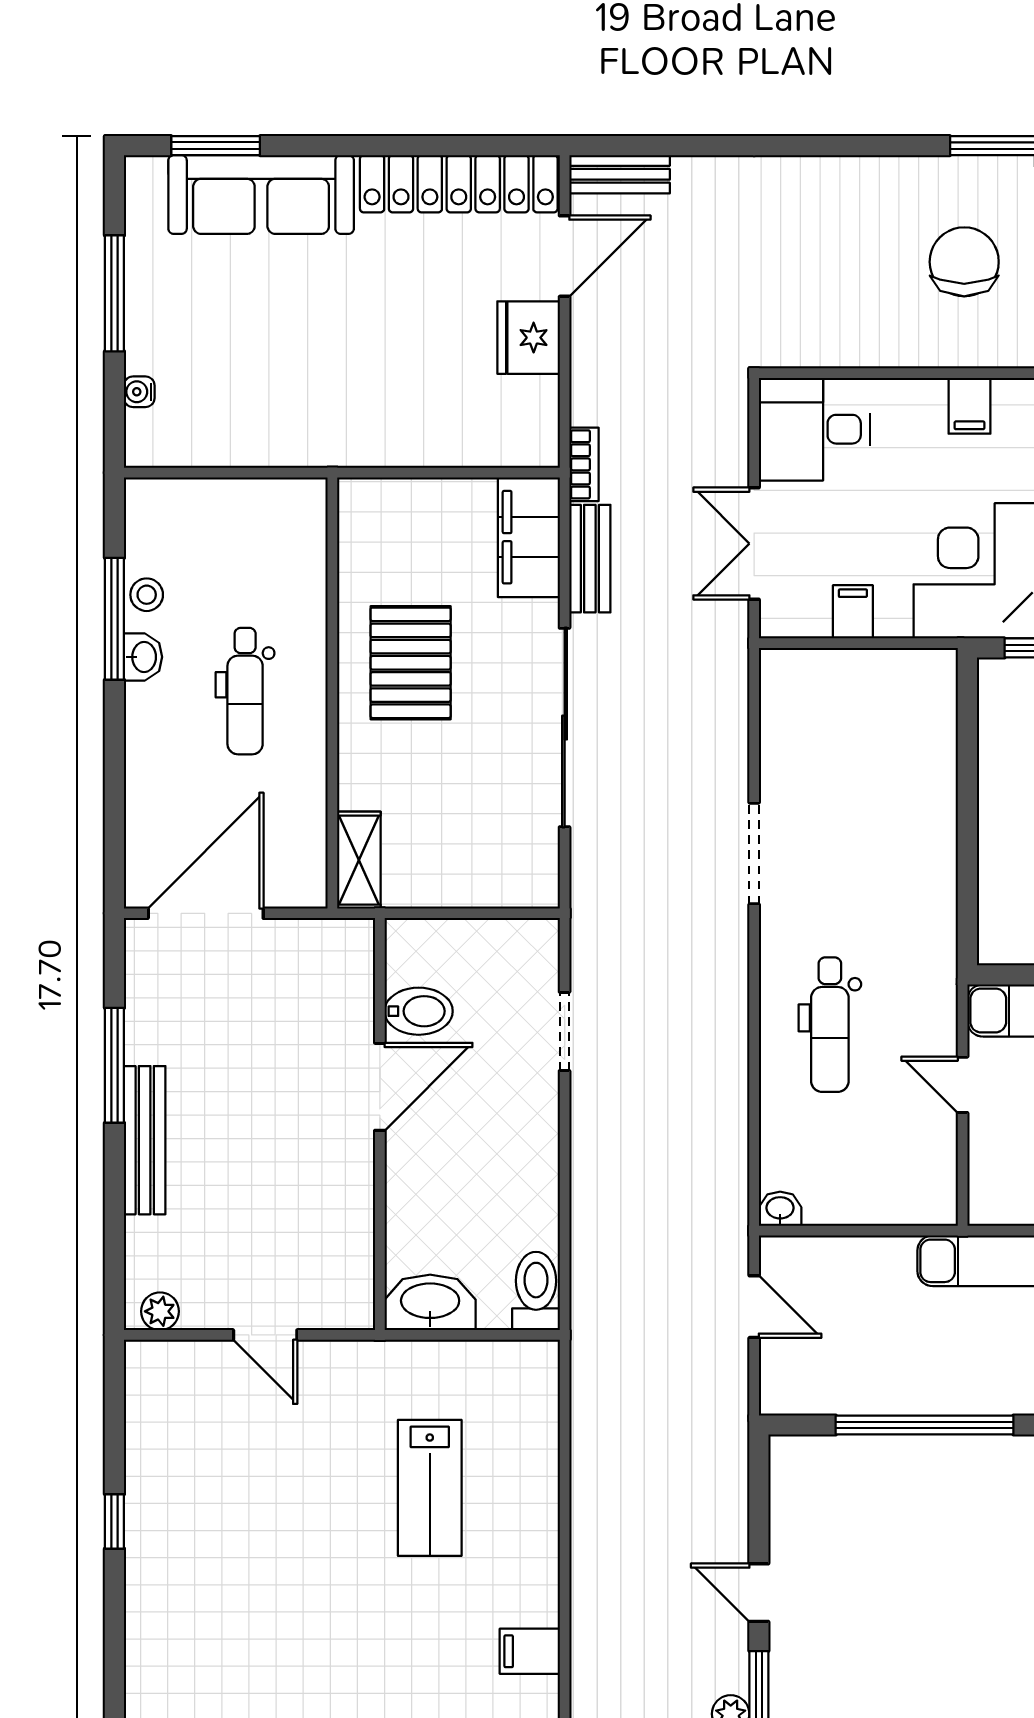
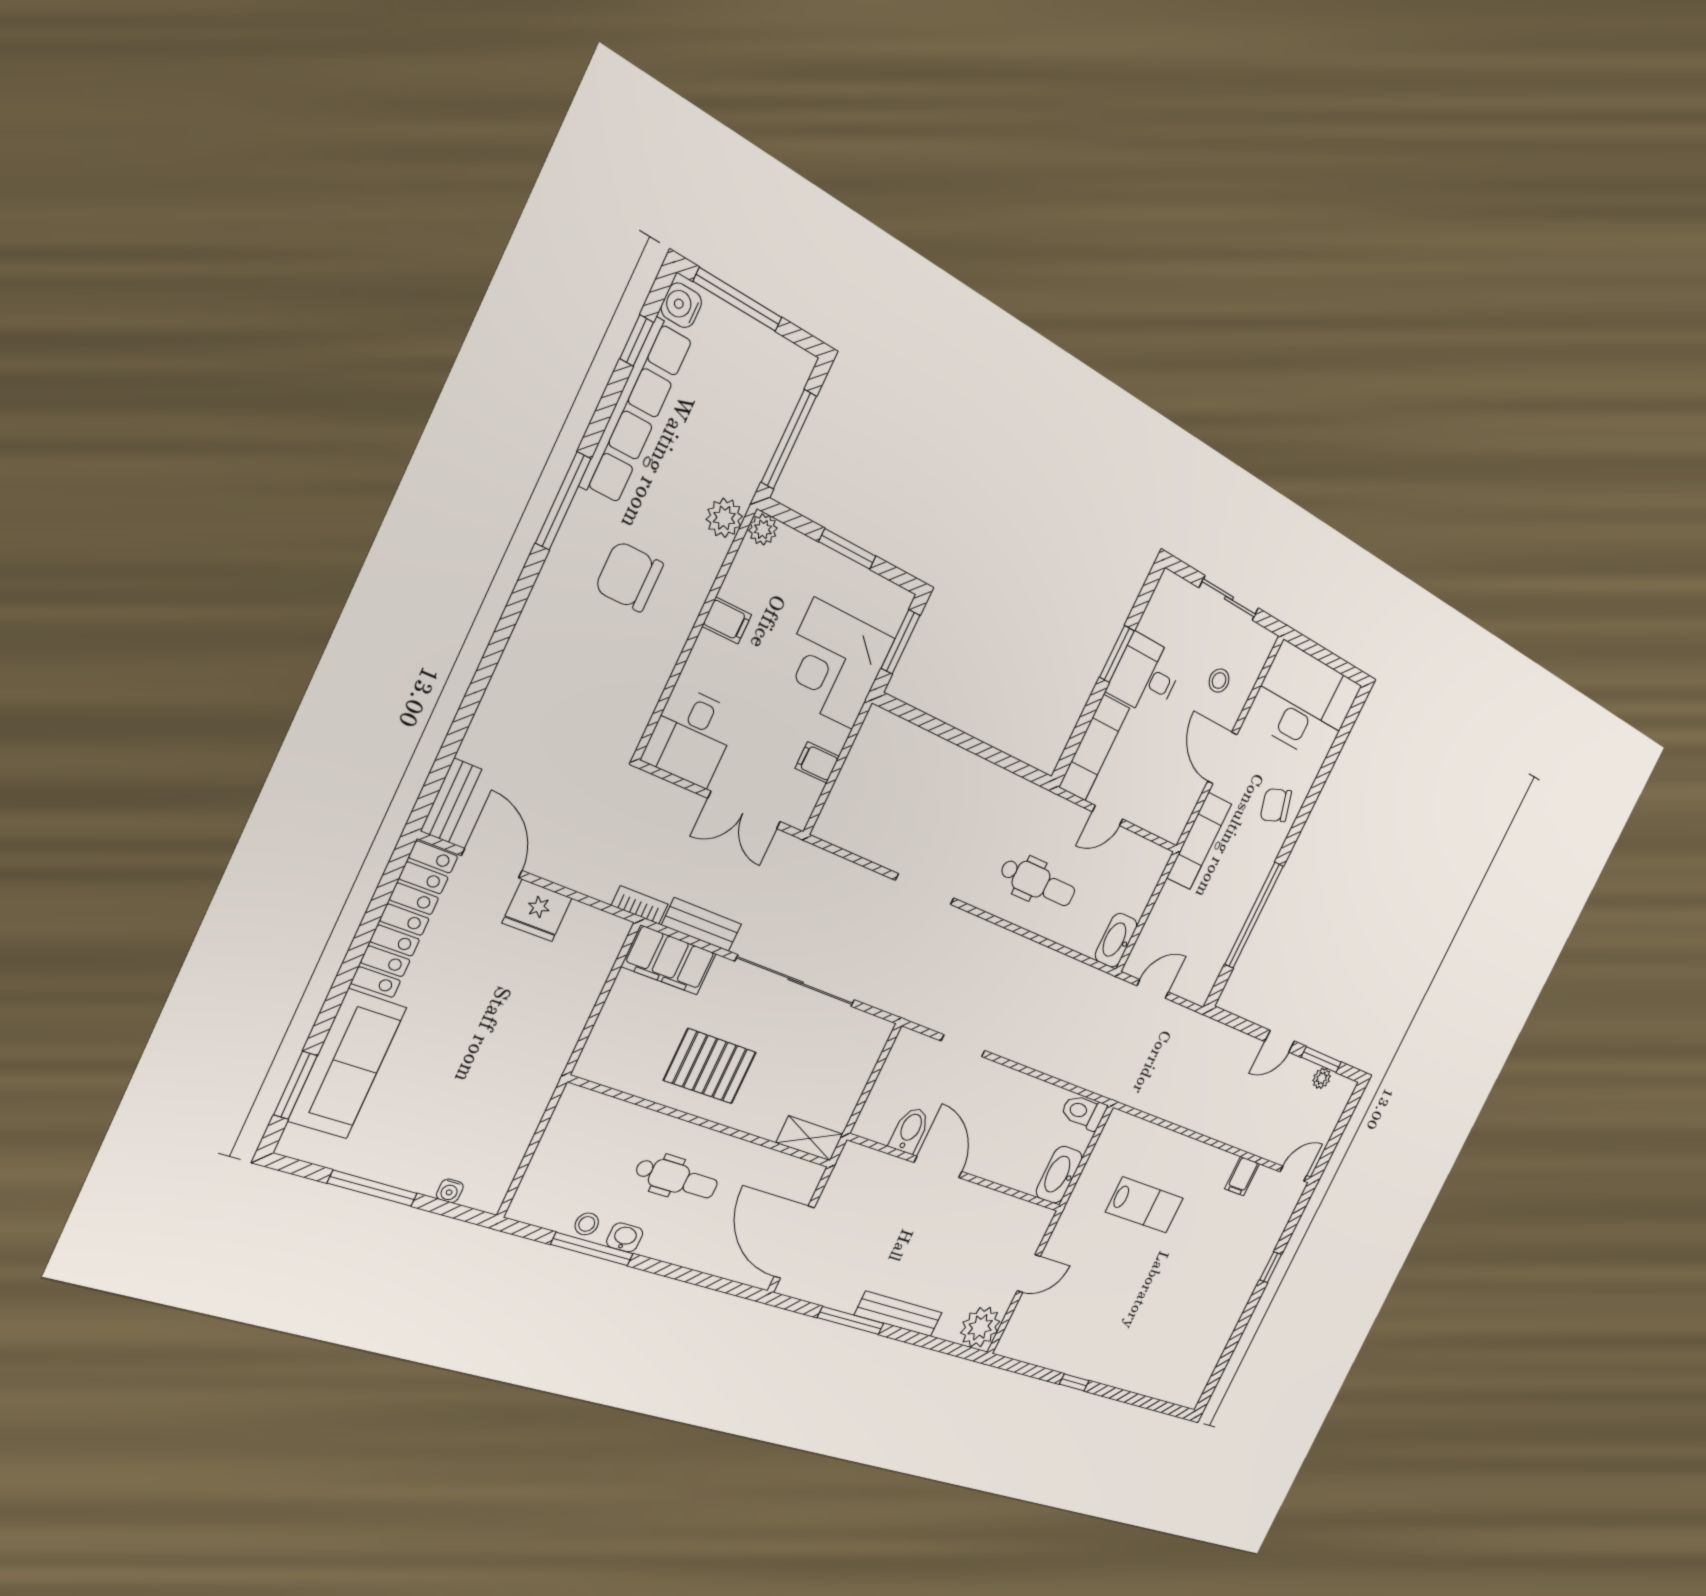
washbasin: (780, 1209) -> (1116, 940), width x1.91, depth x1.45
plant: (160, 1311) -> (980, 1327), width x1.87, depth x1.87

